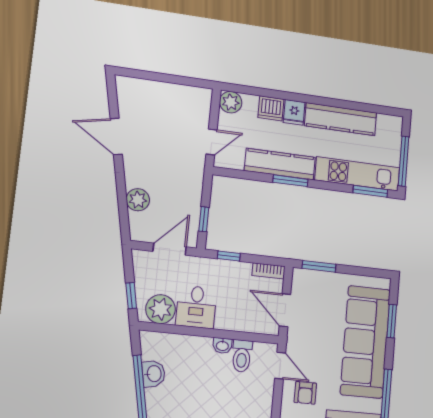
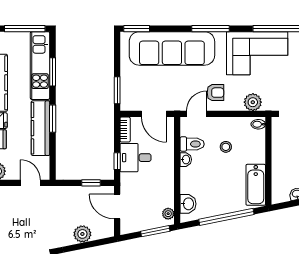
window: (370, 191) -> (53, 72), moved
window: (131, 296) -> (155, 231), width x1.50
desk: (196, 307) -> (135, 158), moved, turned 180
plant: (160, 309) -> (168, 214), width x0.53, depth x0.53
door: (285, 310) -> (154, 114), hinge flipped
window: (392, 321) -> (137, 29), moved
washbasin: (154, 374) -> (188, 204), moved, turned 101
stool: (234, 400) -> (226, 147), added

